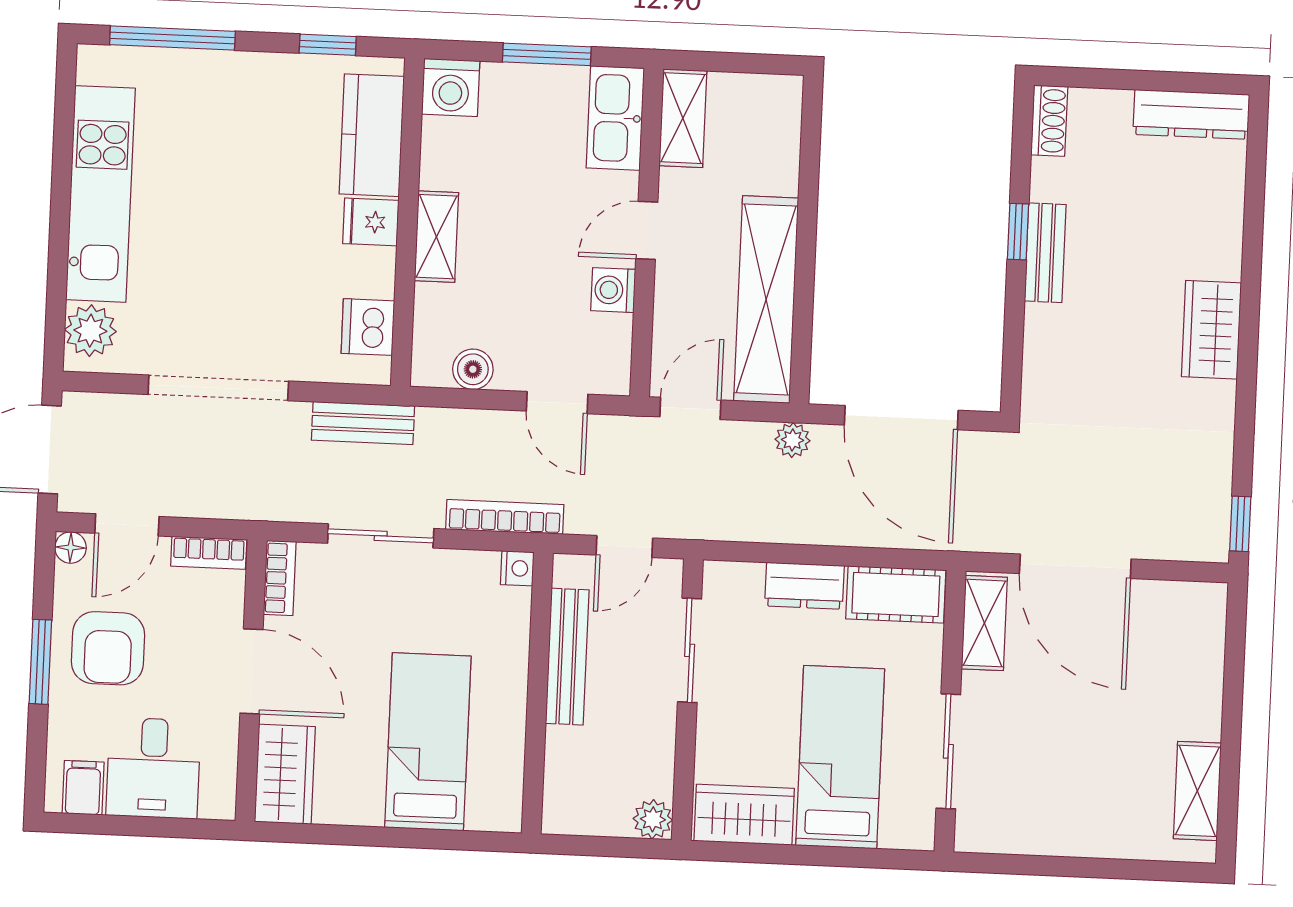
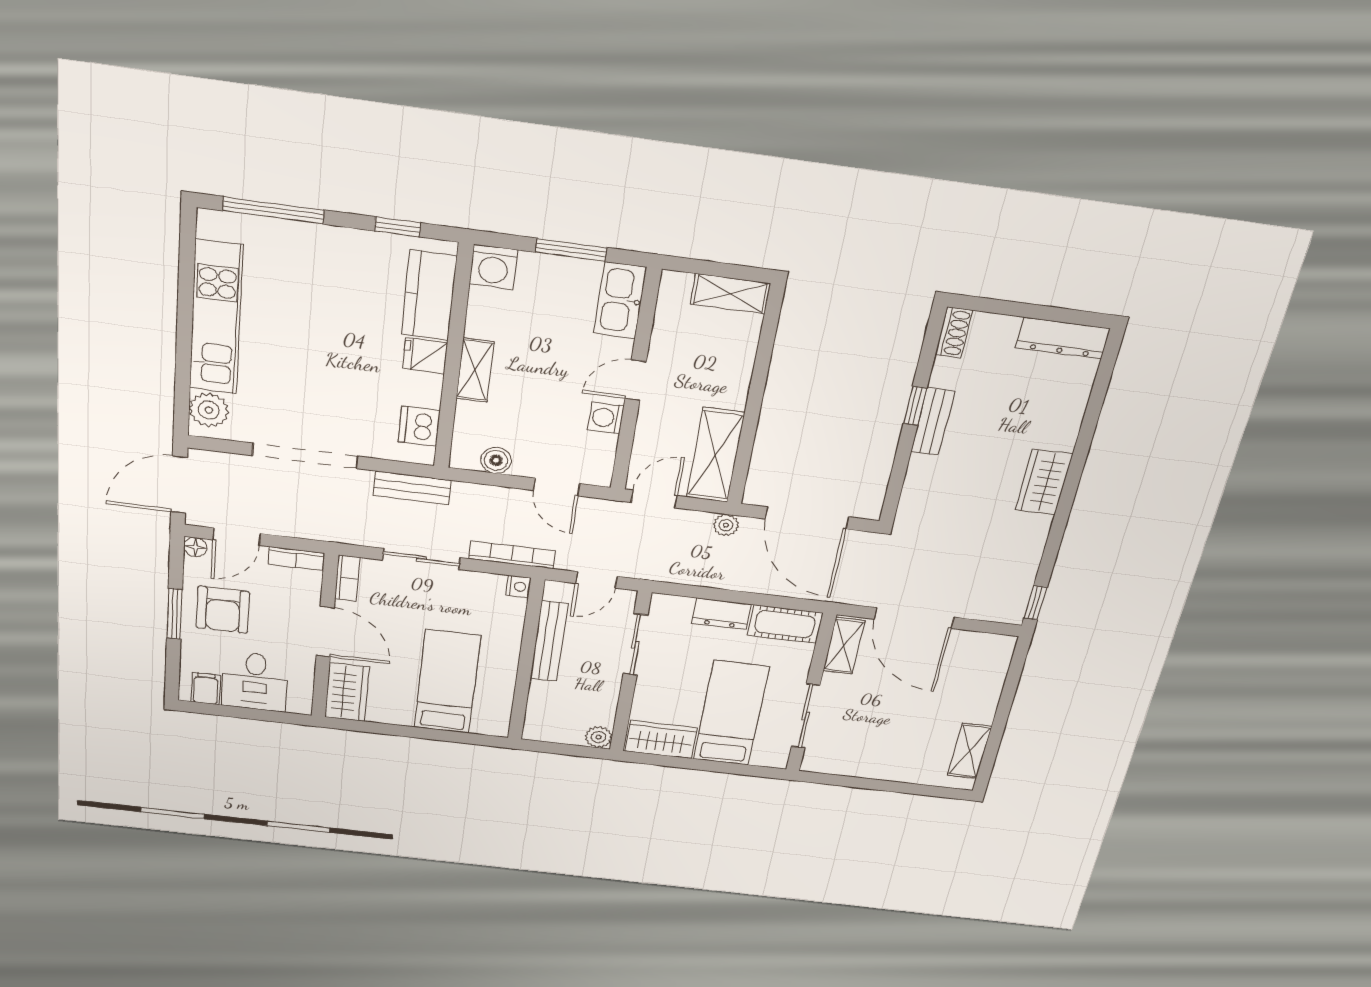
shelving: (683, 118) -> (730, 294), moved, turned 90
shelving: (766, 299) -> (715, 455), width x0.68

